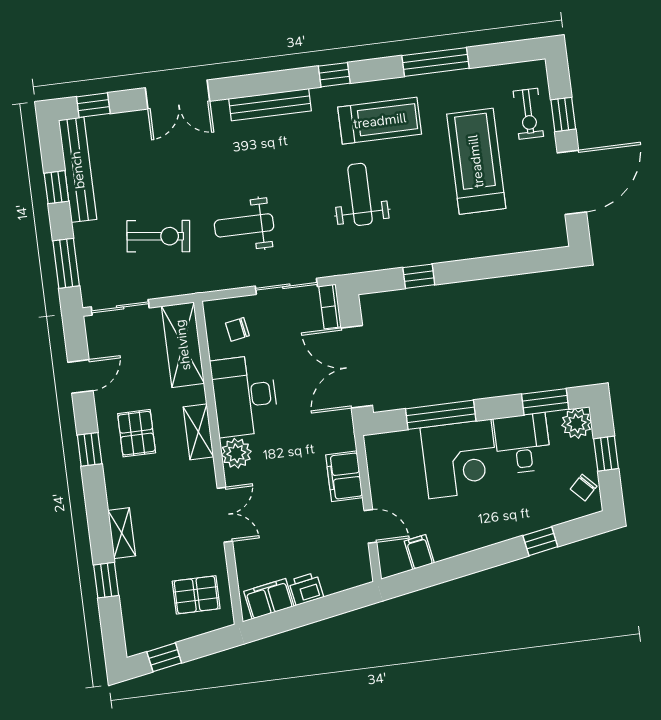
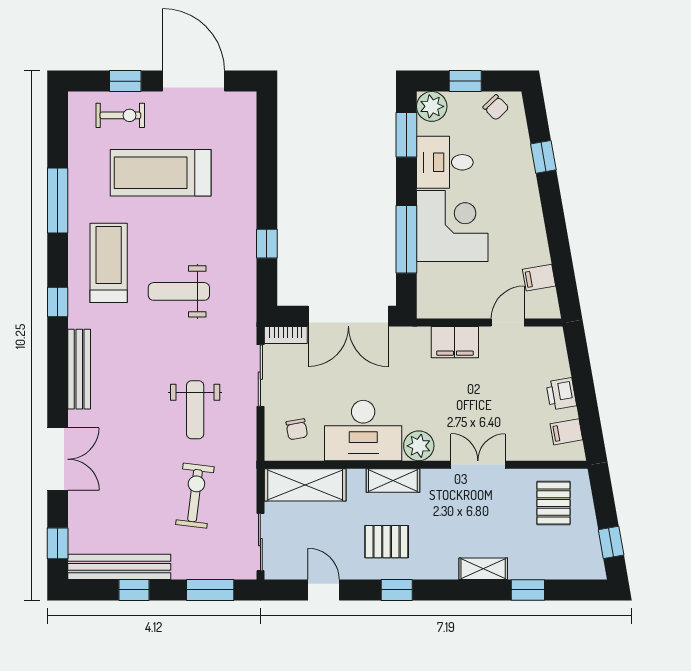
filing cabinet: (269, 599) -> (566, 432), width x0.50

